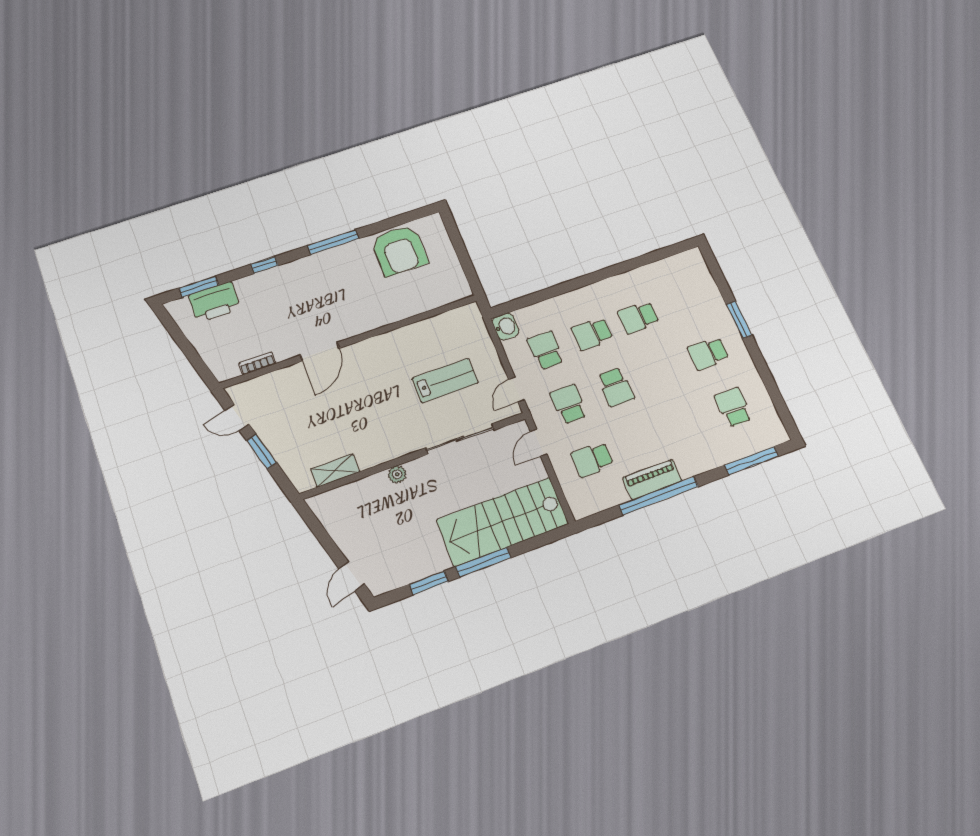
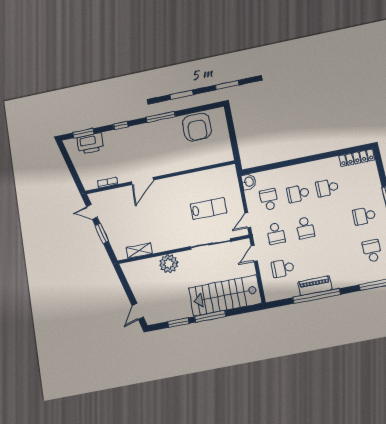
locker: (676, 264) -> (357, 158), added
school desk: (569, 404) -> (276, 234), turned 180
plant: (397, 474) -> (169, 264), width x1.87, depth x1.87

